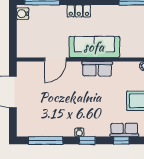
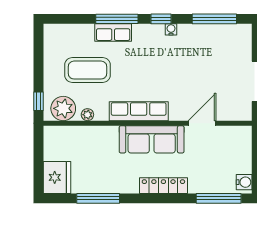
locker: (79, 11) -> (163, 186), width x1.53
row of seats: (97, 69) -> (139, 111), width x1.48
window: (121, 140) -> (117, 19), width x2.17

